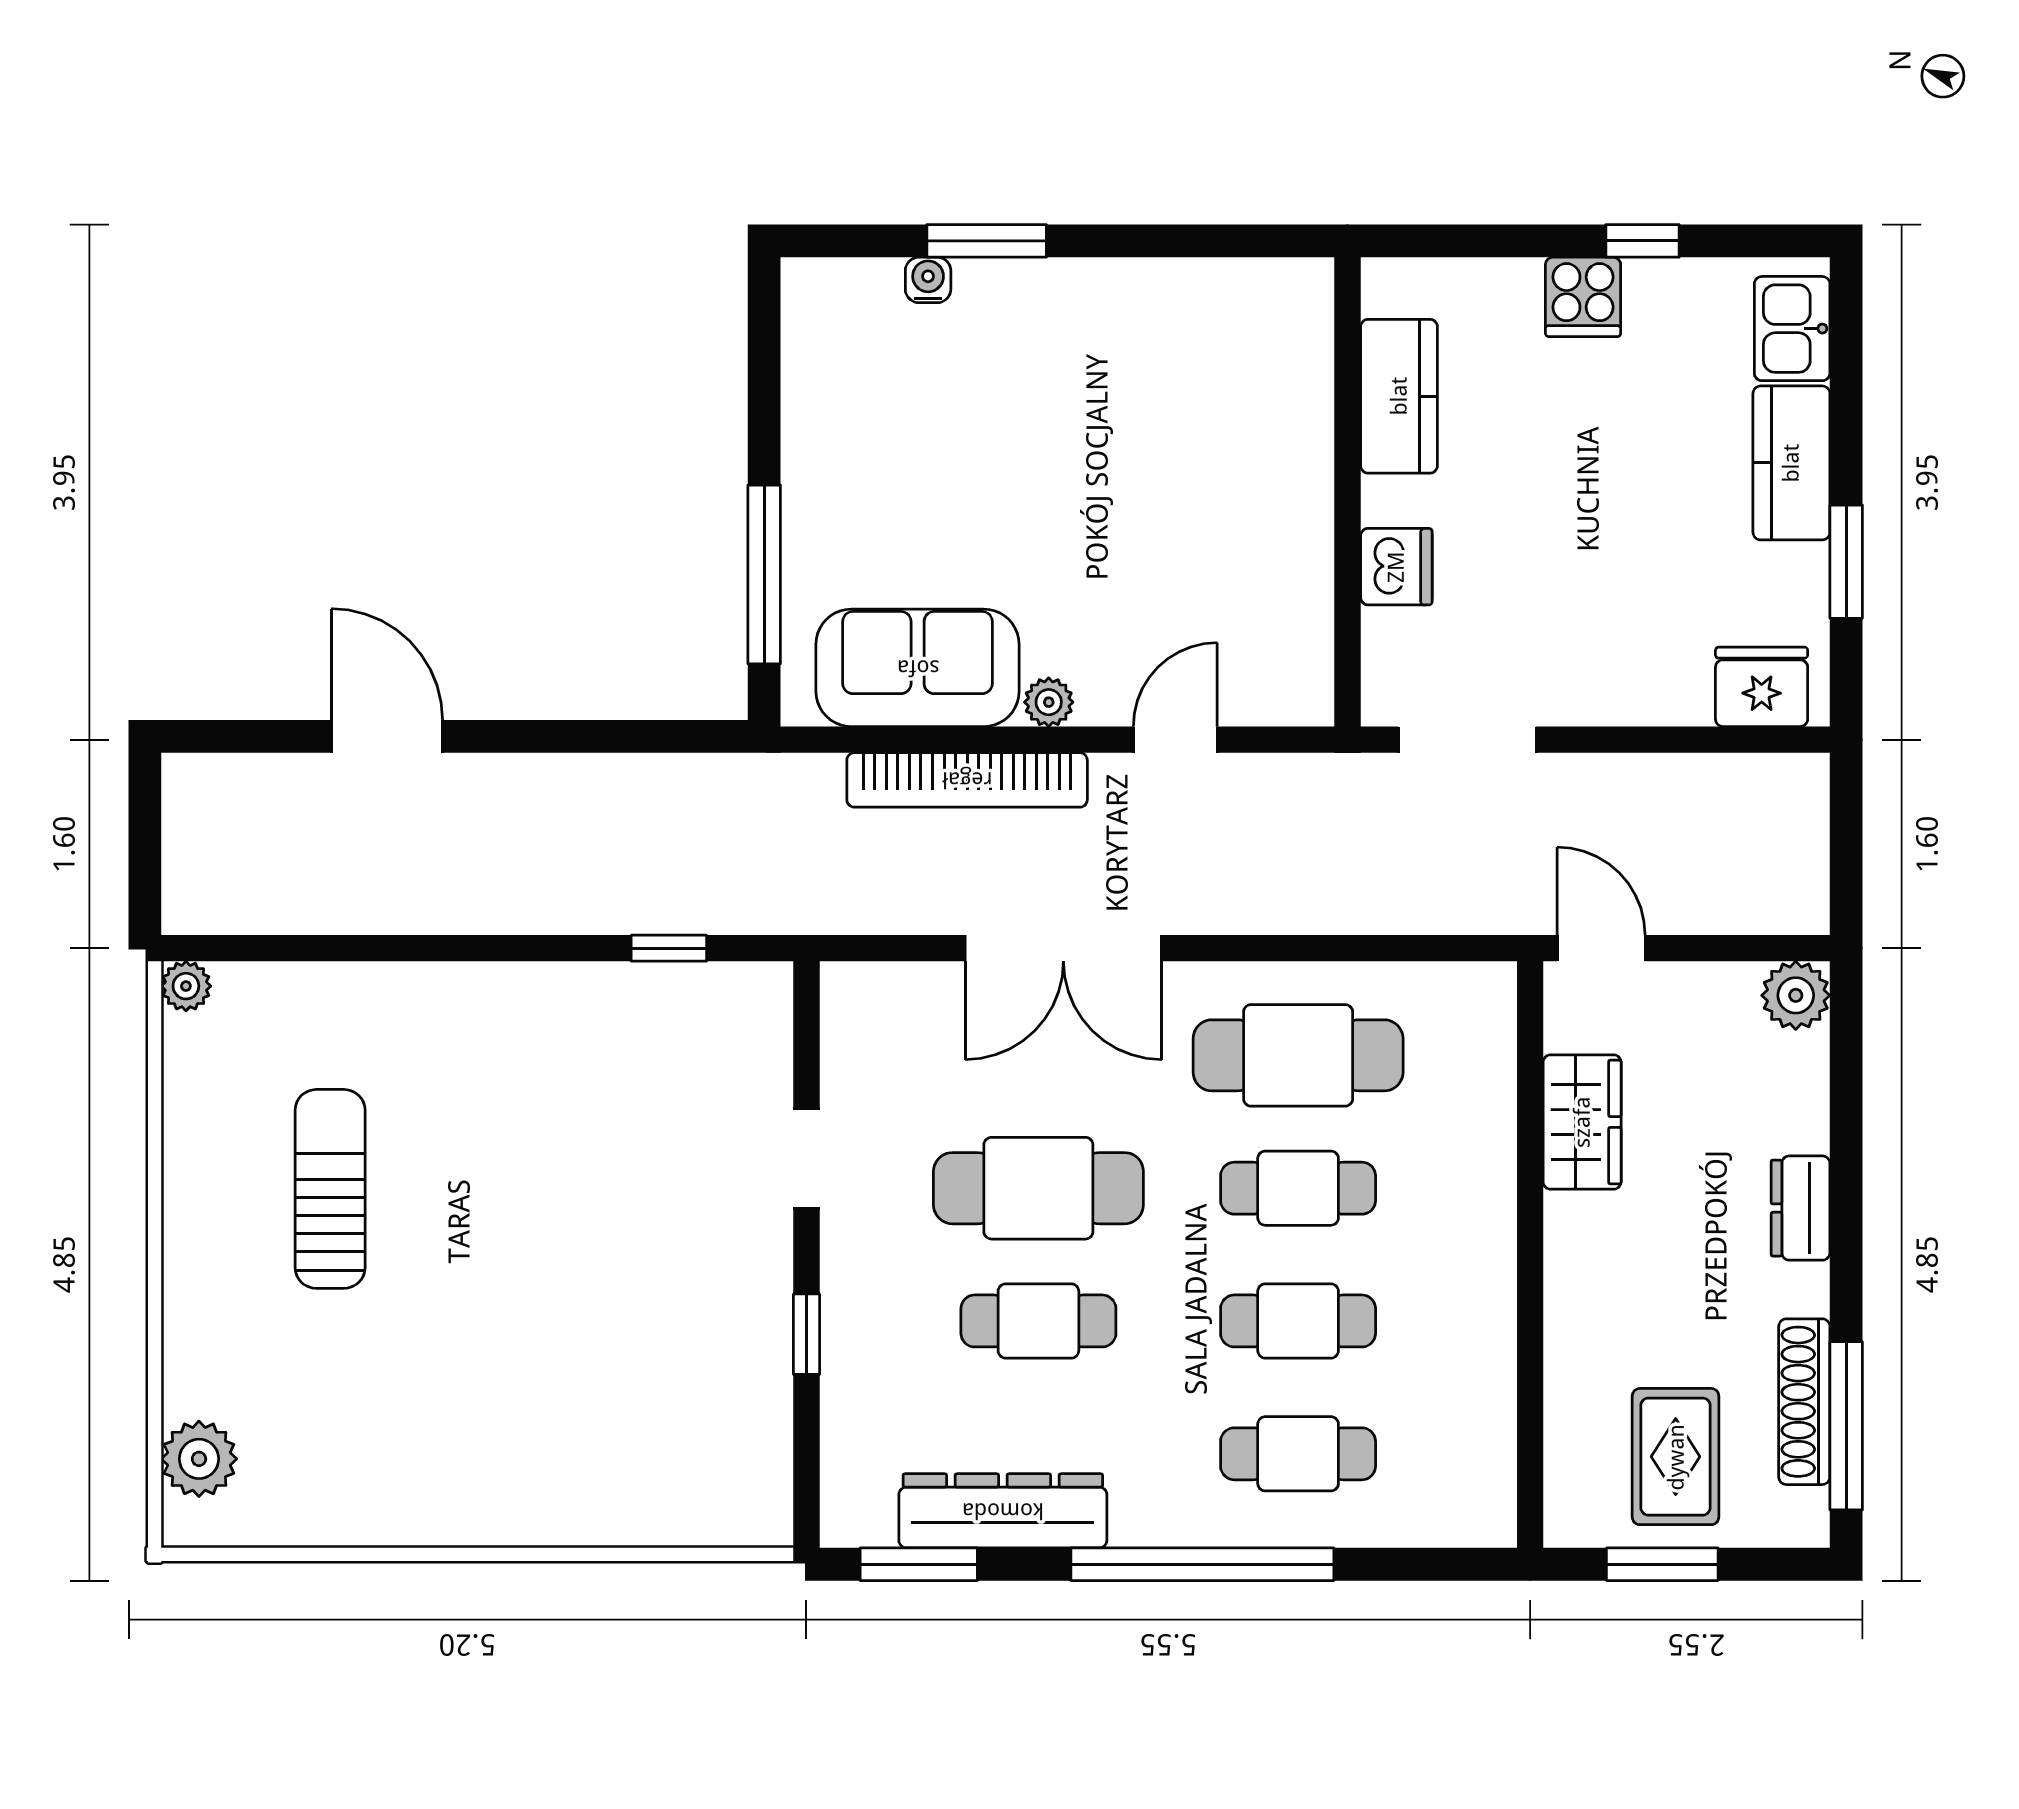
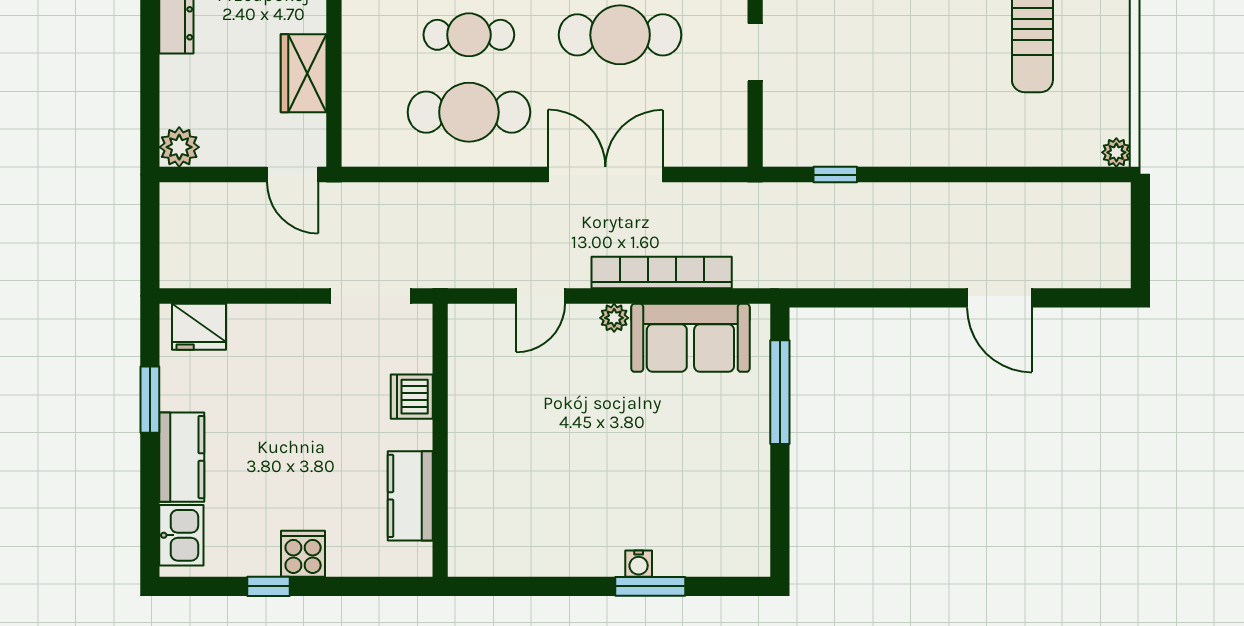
water cooler: (928, 280) -> (639, 564), moved

